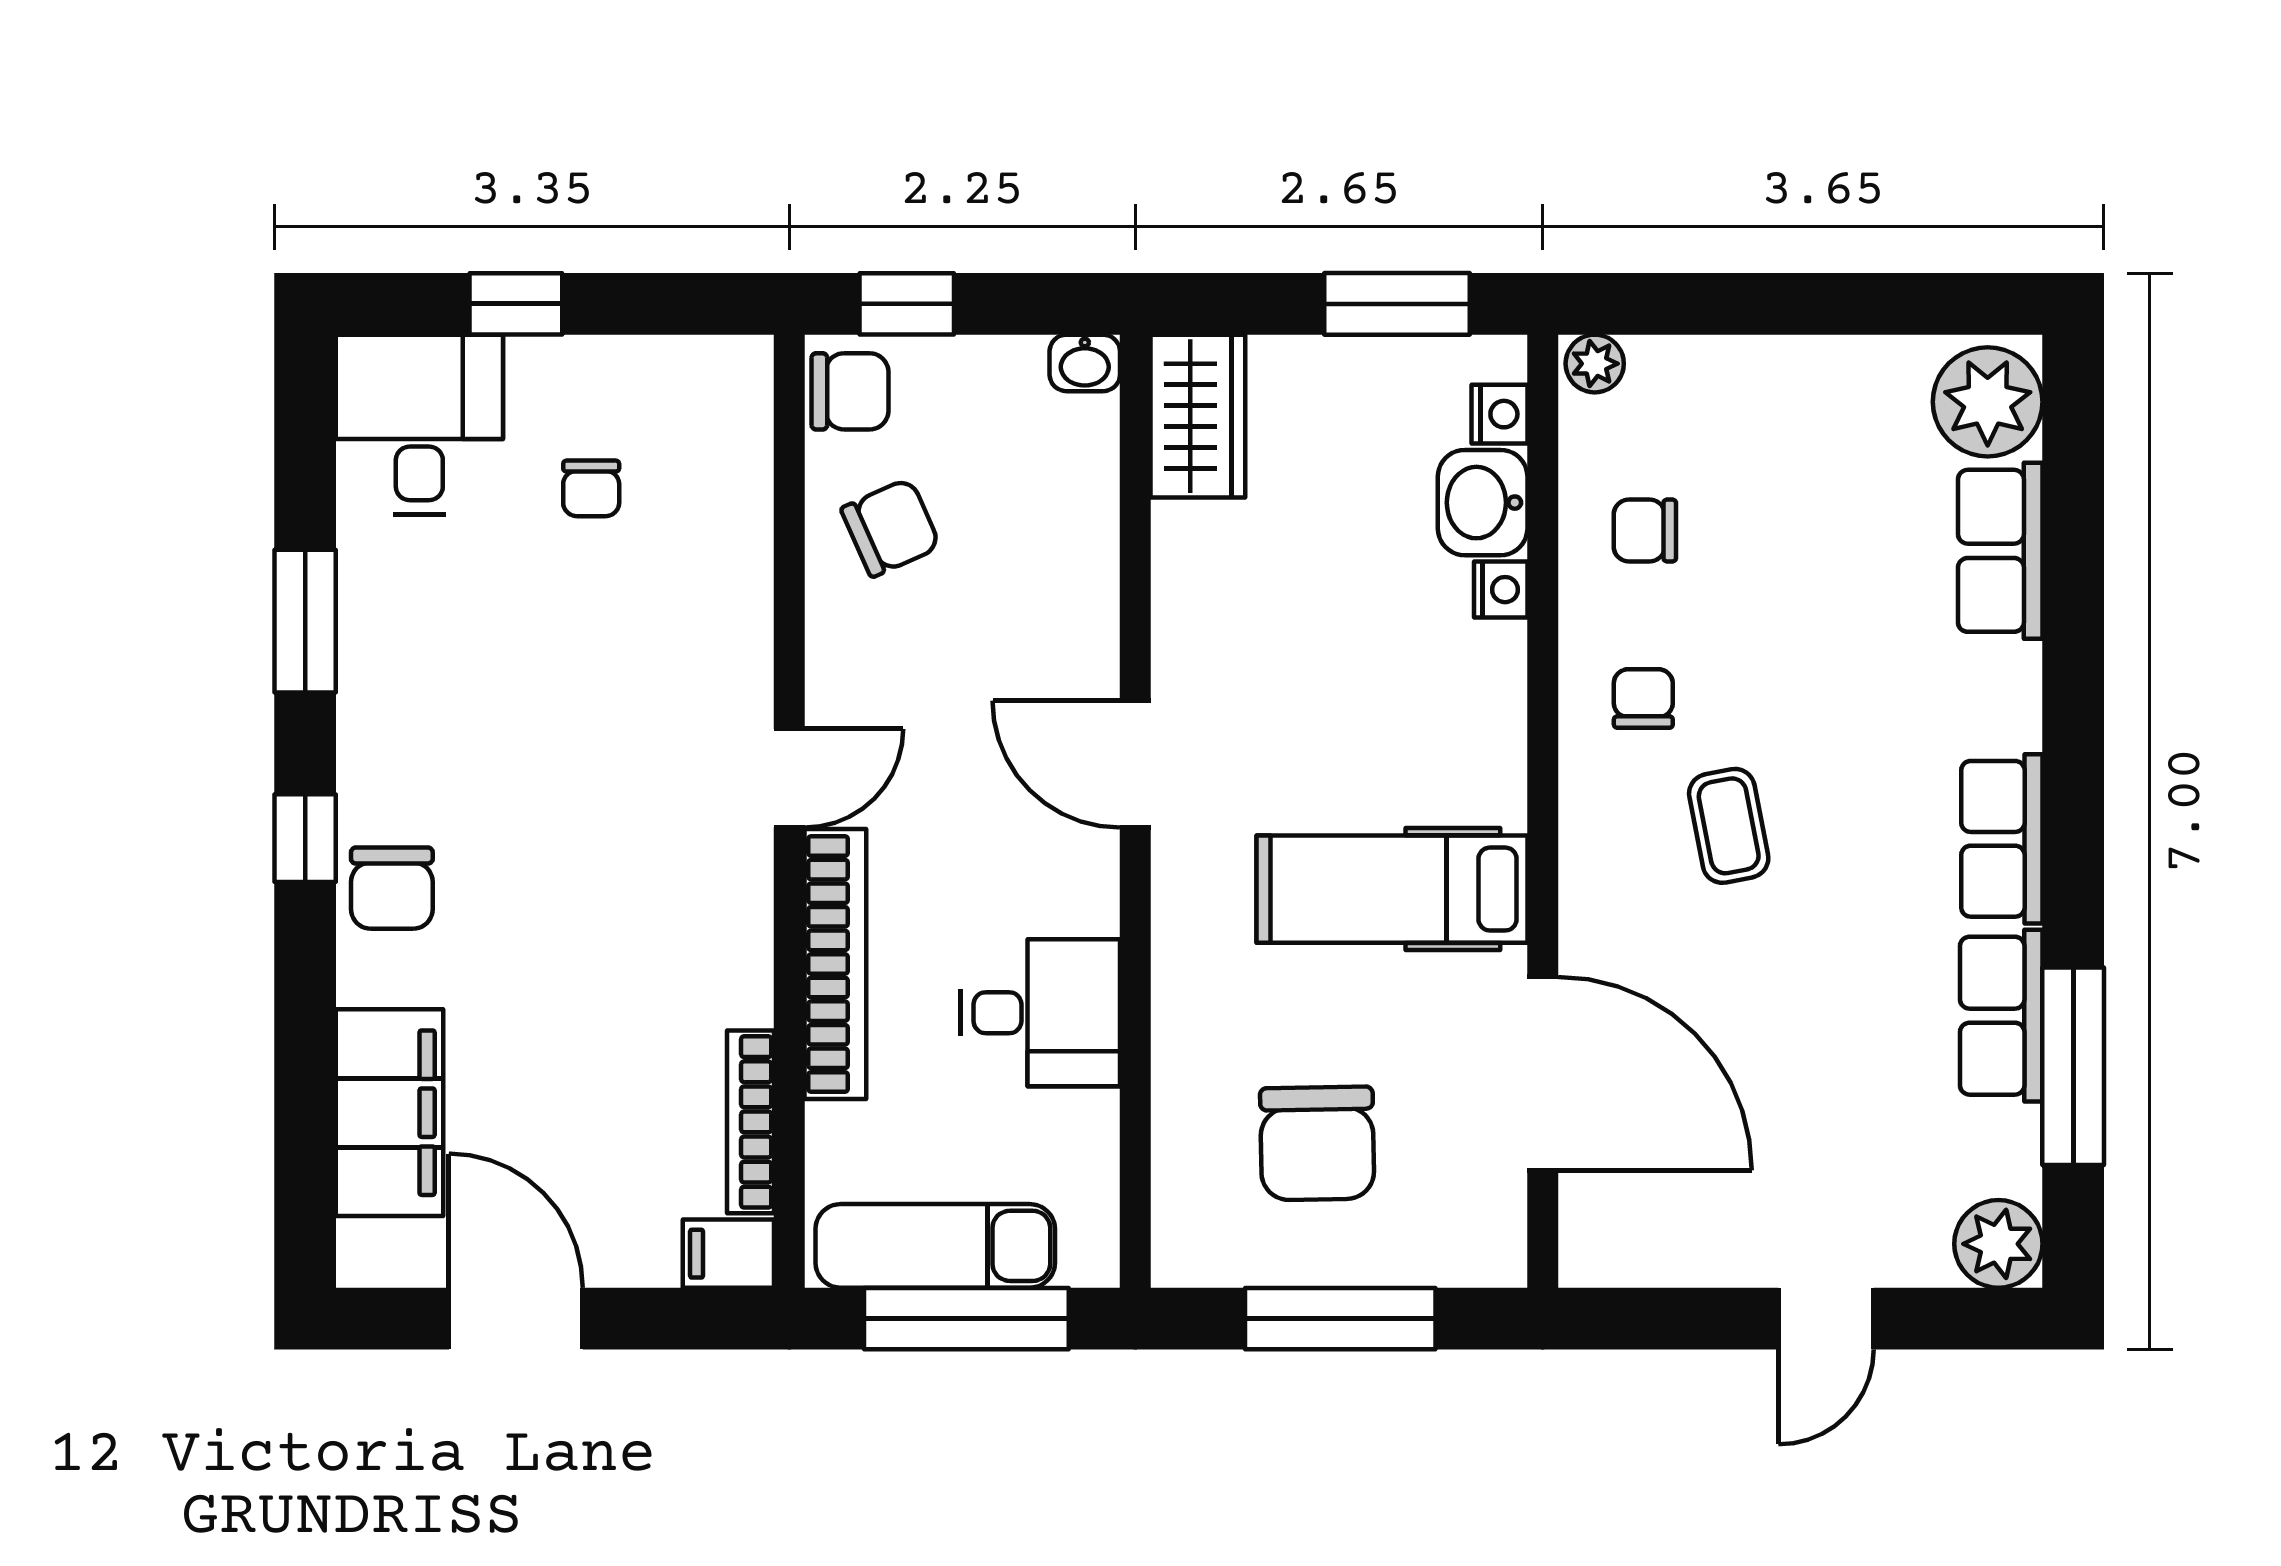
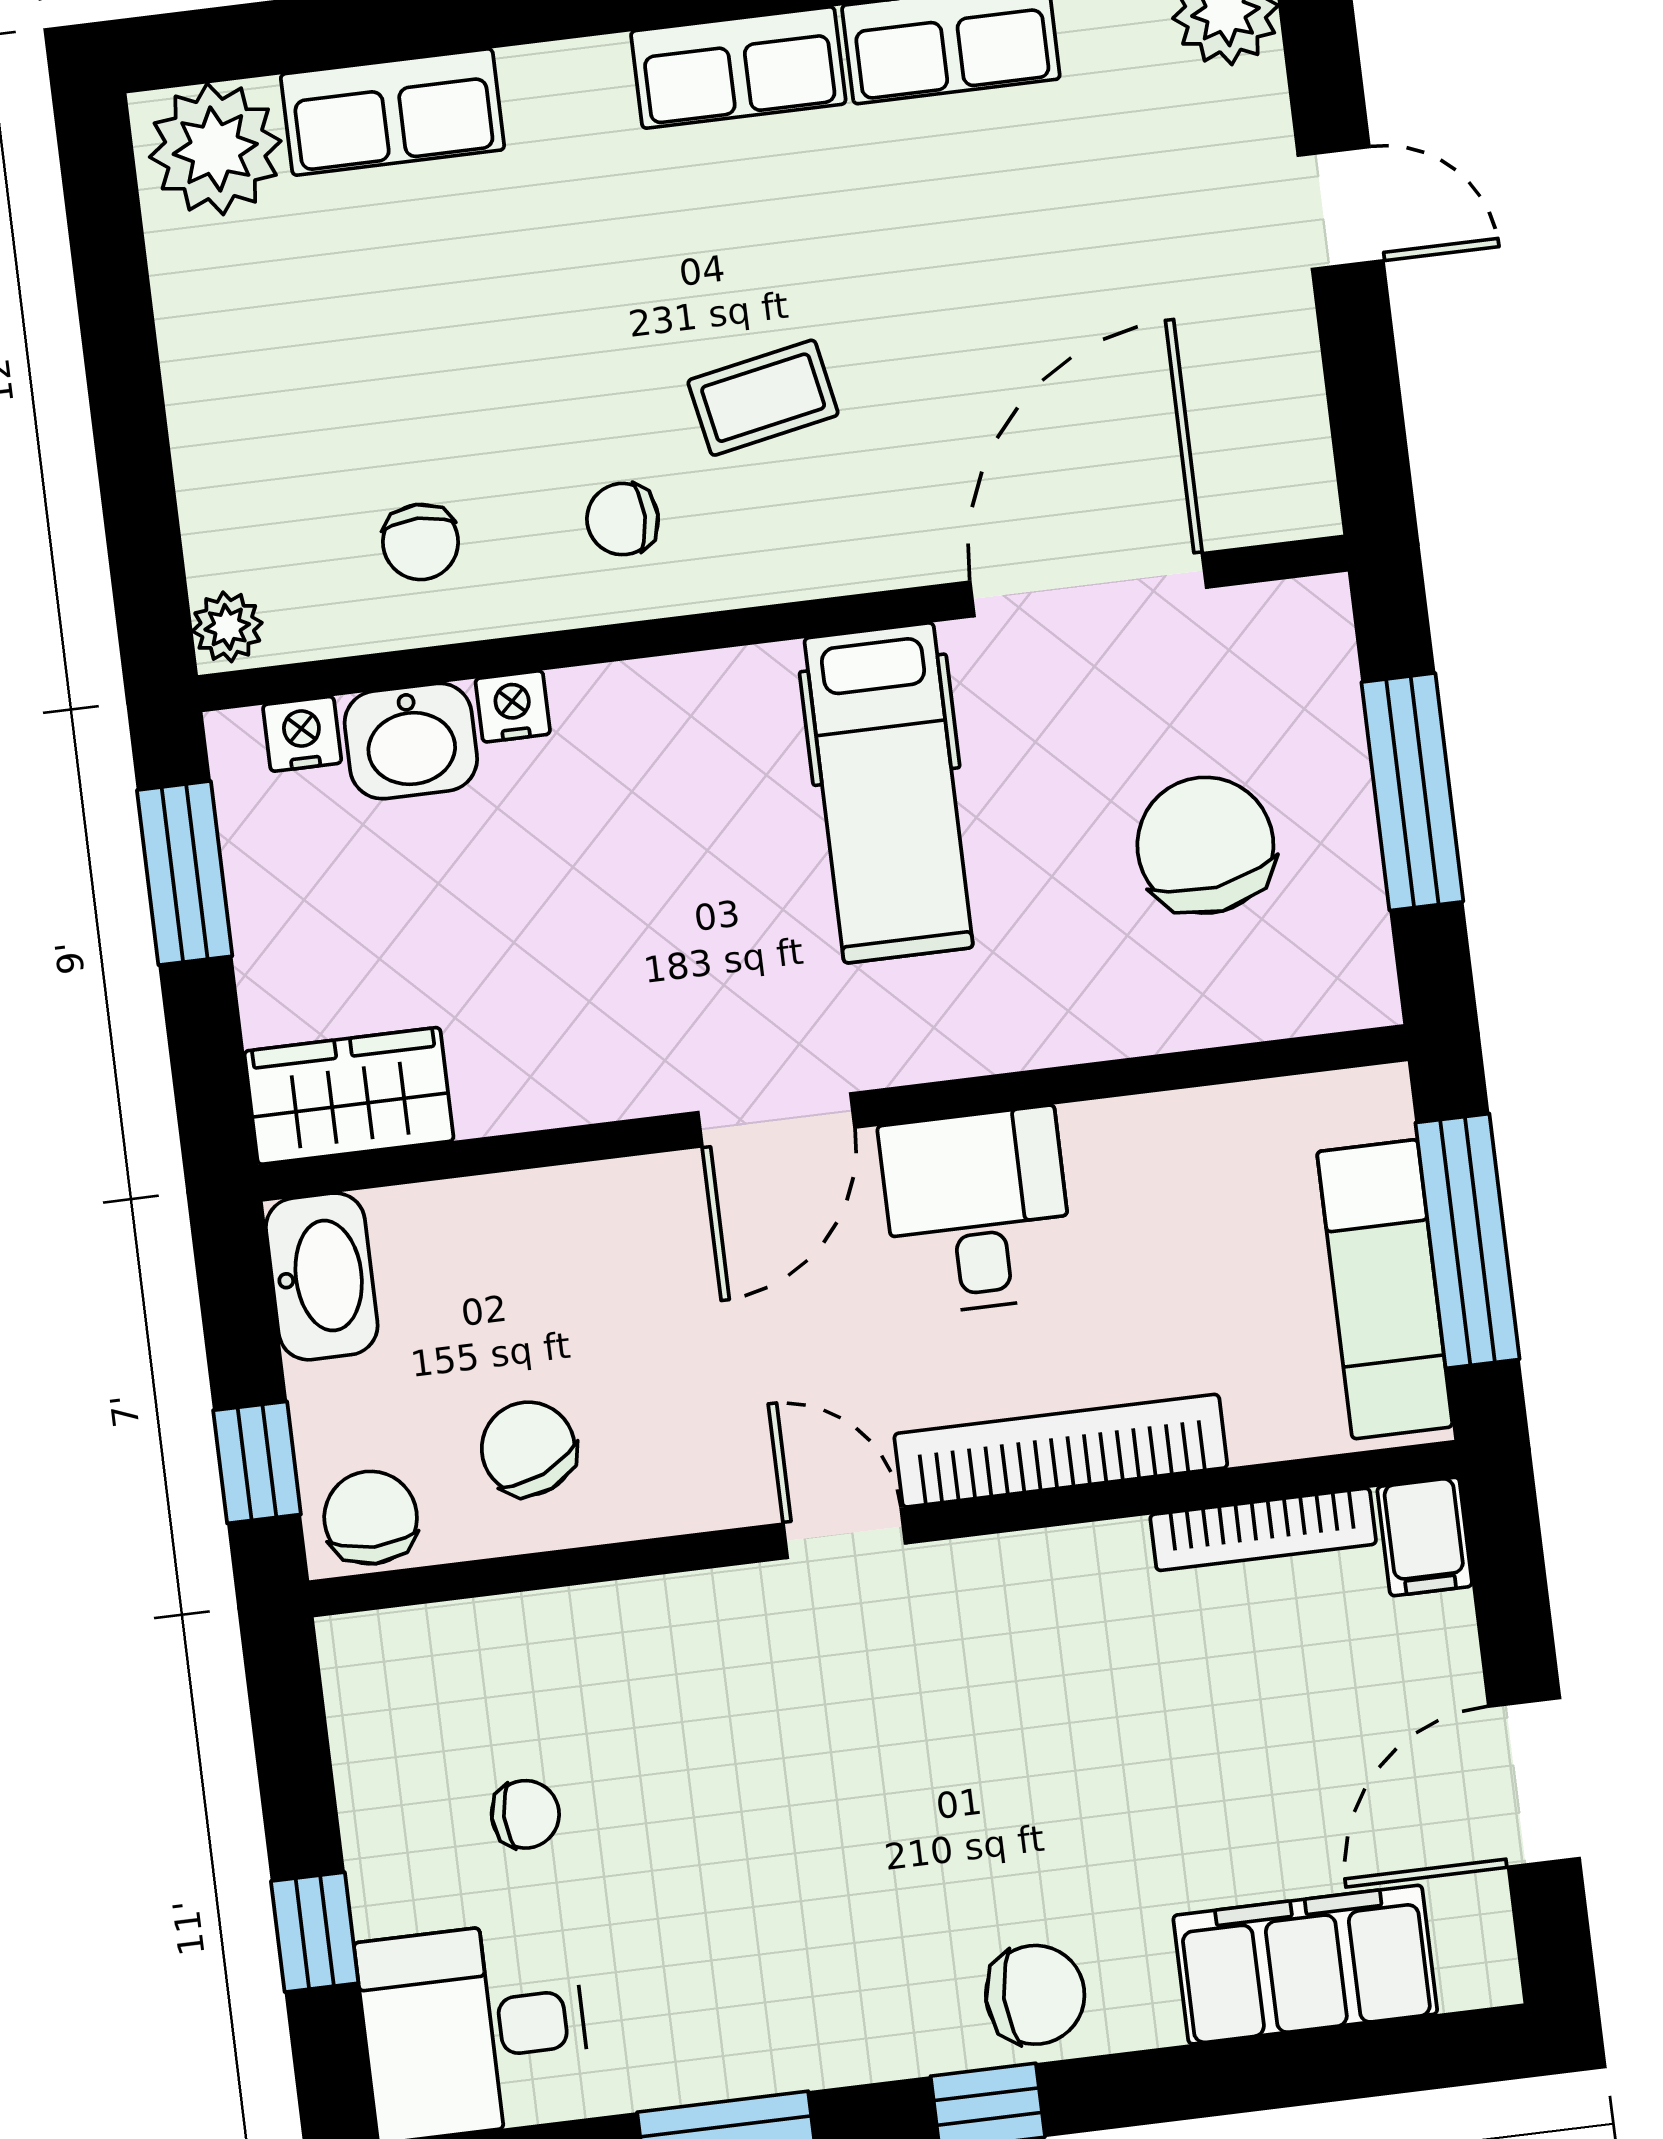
washbasin: (1085, 363) -> (322, 1276), width x1.91, depth x1.45
desk: (1040, 1013) -> (977, 1211), moved
chair: (1317, 1143) -> (1205, 845), turned -97

